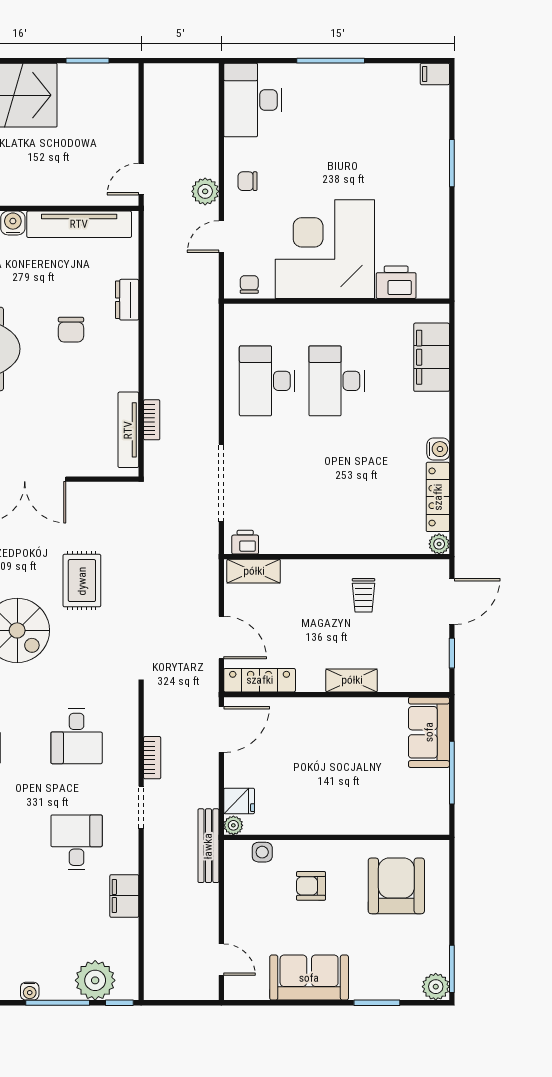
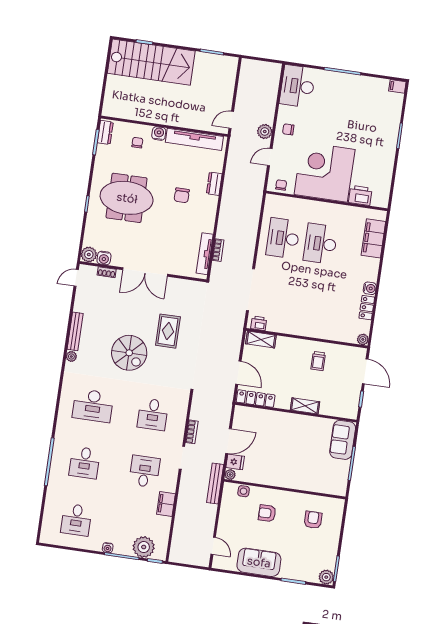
locker: (438, 497) -> (367, 308), width x0.66
door: (452, 601) -> (365, 371), hinge flipped
door: (221, 729) -> (228, 441), moved
armchair: (396, 886) -> (313, 520), width x0.53, depth x0.53

